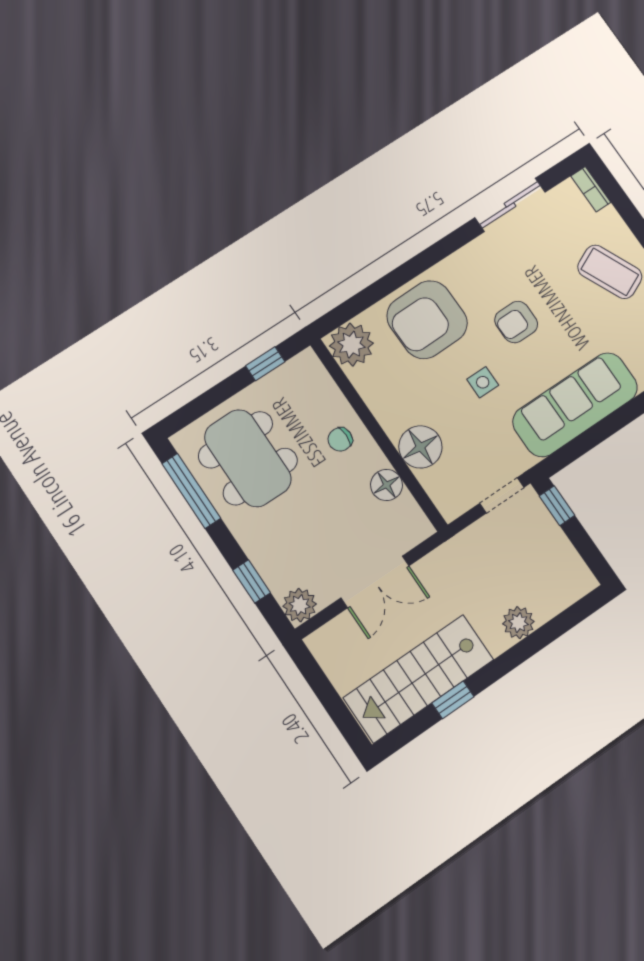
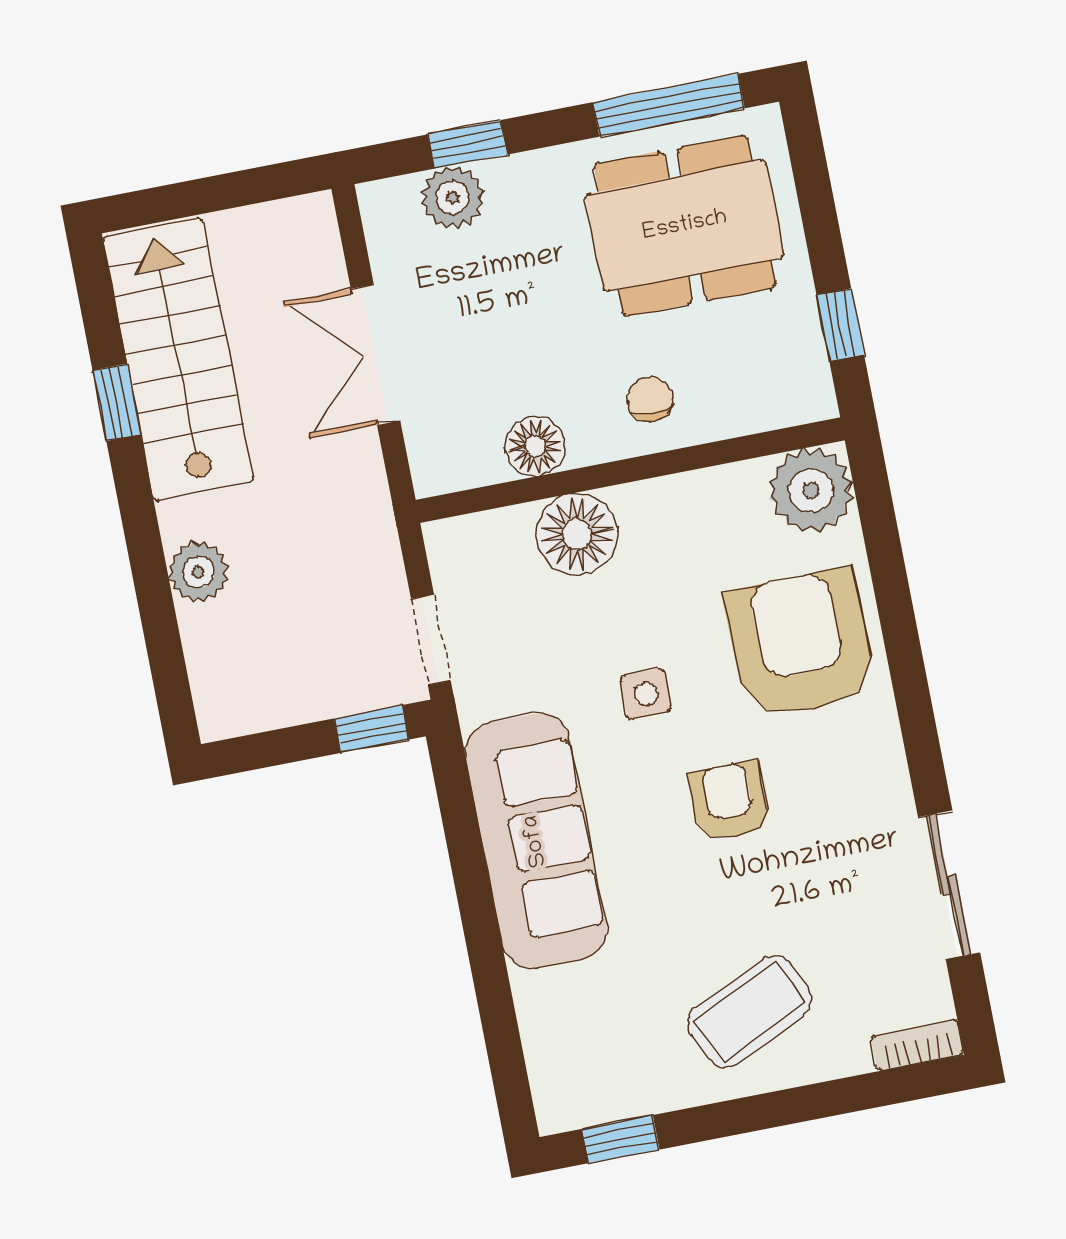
plant: (300, 605) -> (453, 197), moved

